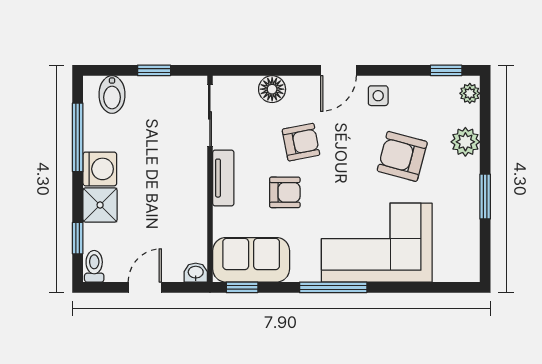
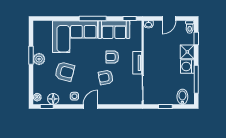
floor lamp: (272, 89) -> (53, 99), moved
plant: (465, 142) -> (39, 59), moved
sofa: (251, 260) -> (114, 30), moved

